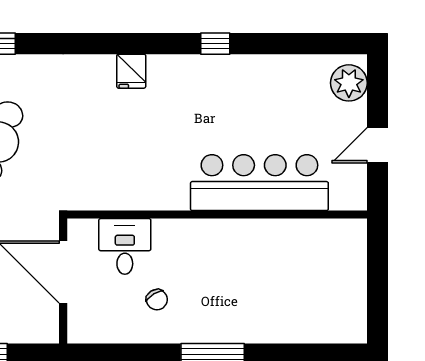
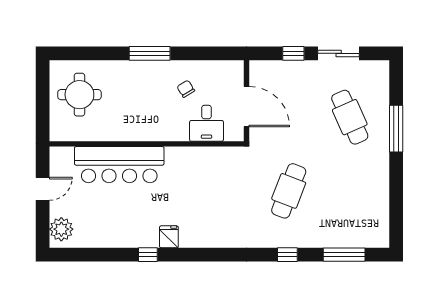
fridge: (131, 71) -> (169, 237), moved
round table: (321, 291) -> (79, 95), added

